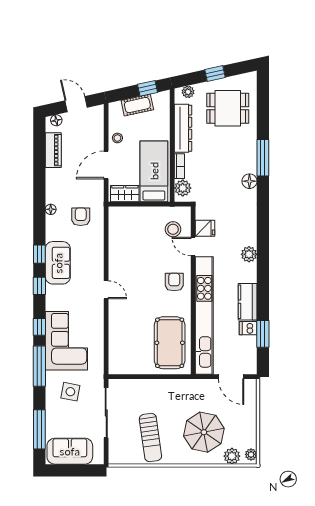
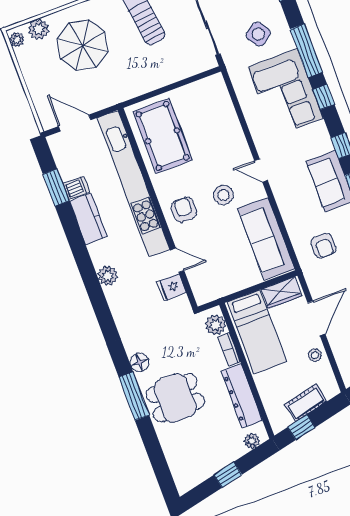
dining table: (228, 108) -> (175, 398), moved
stool: (173, 229) -> (223, 195), moved
sofa: (121, 238) -> (266, 239), added
armchair: (174, 282) -> (184, 210), turned 180
side table: (70, 392) -> (258, 34), turned 45

